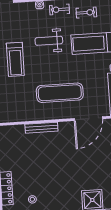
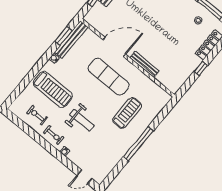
treadmill: (15, 59) -> (127, 113), moved
door: (88, 119) -> (114, 47), moved

